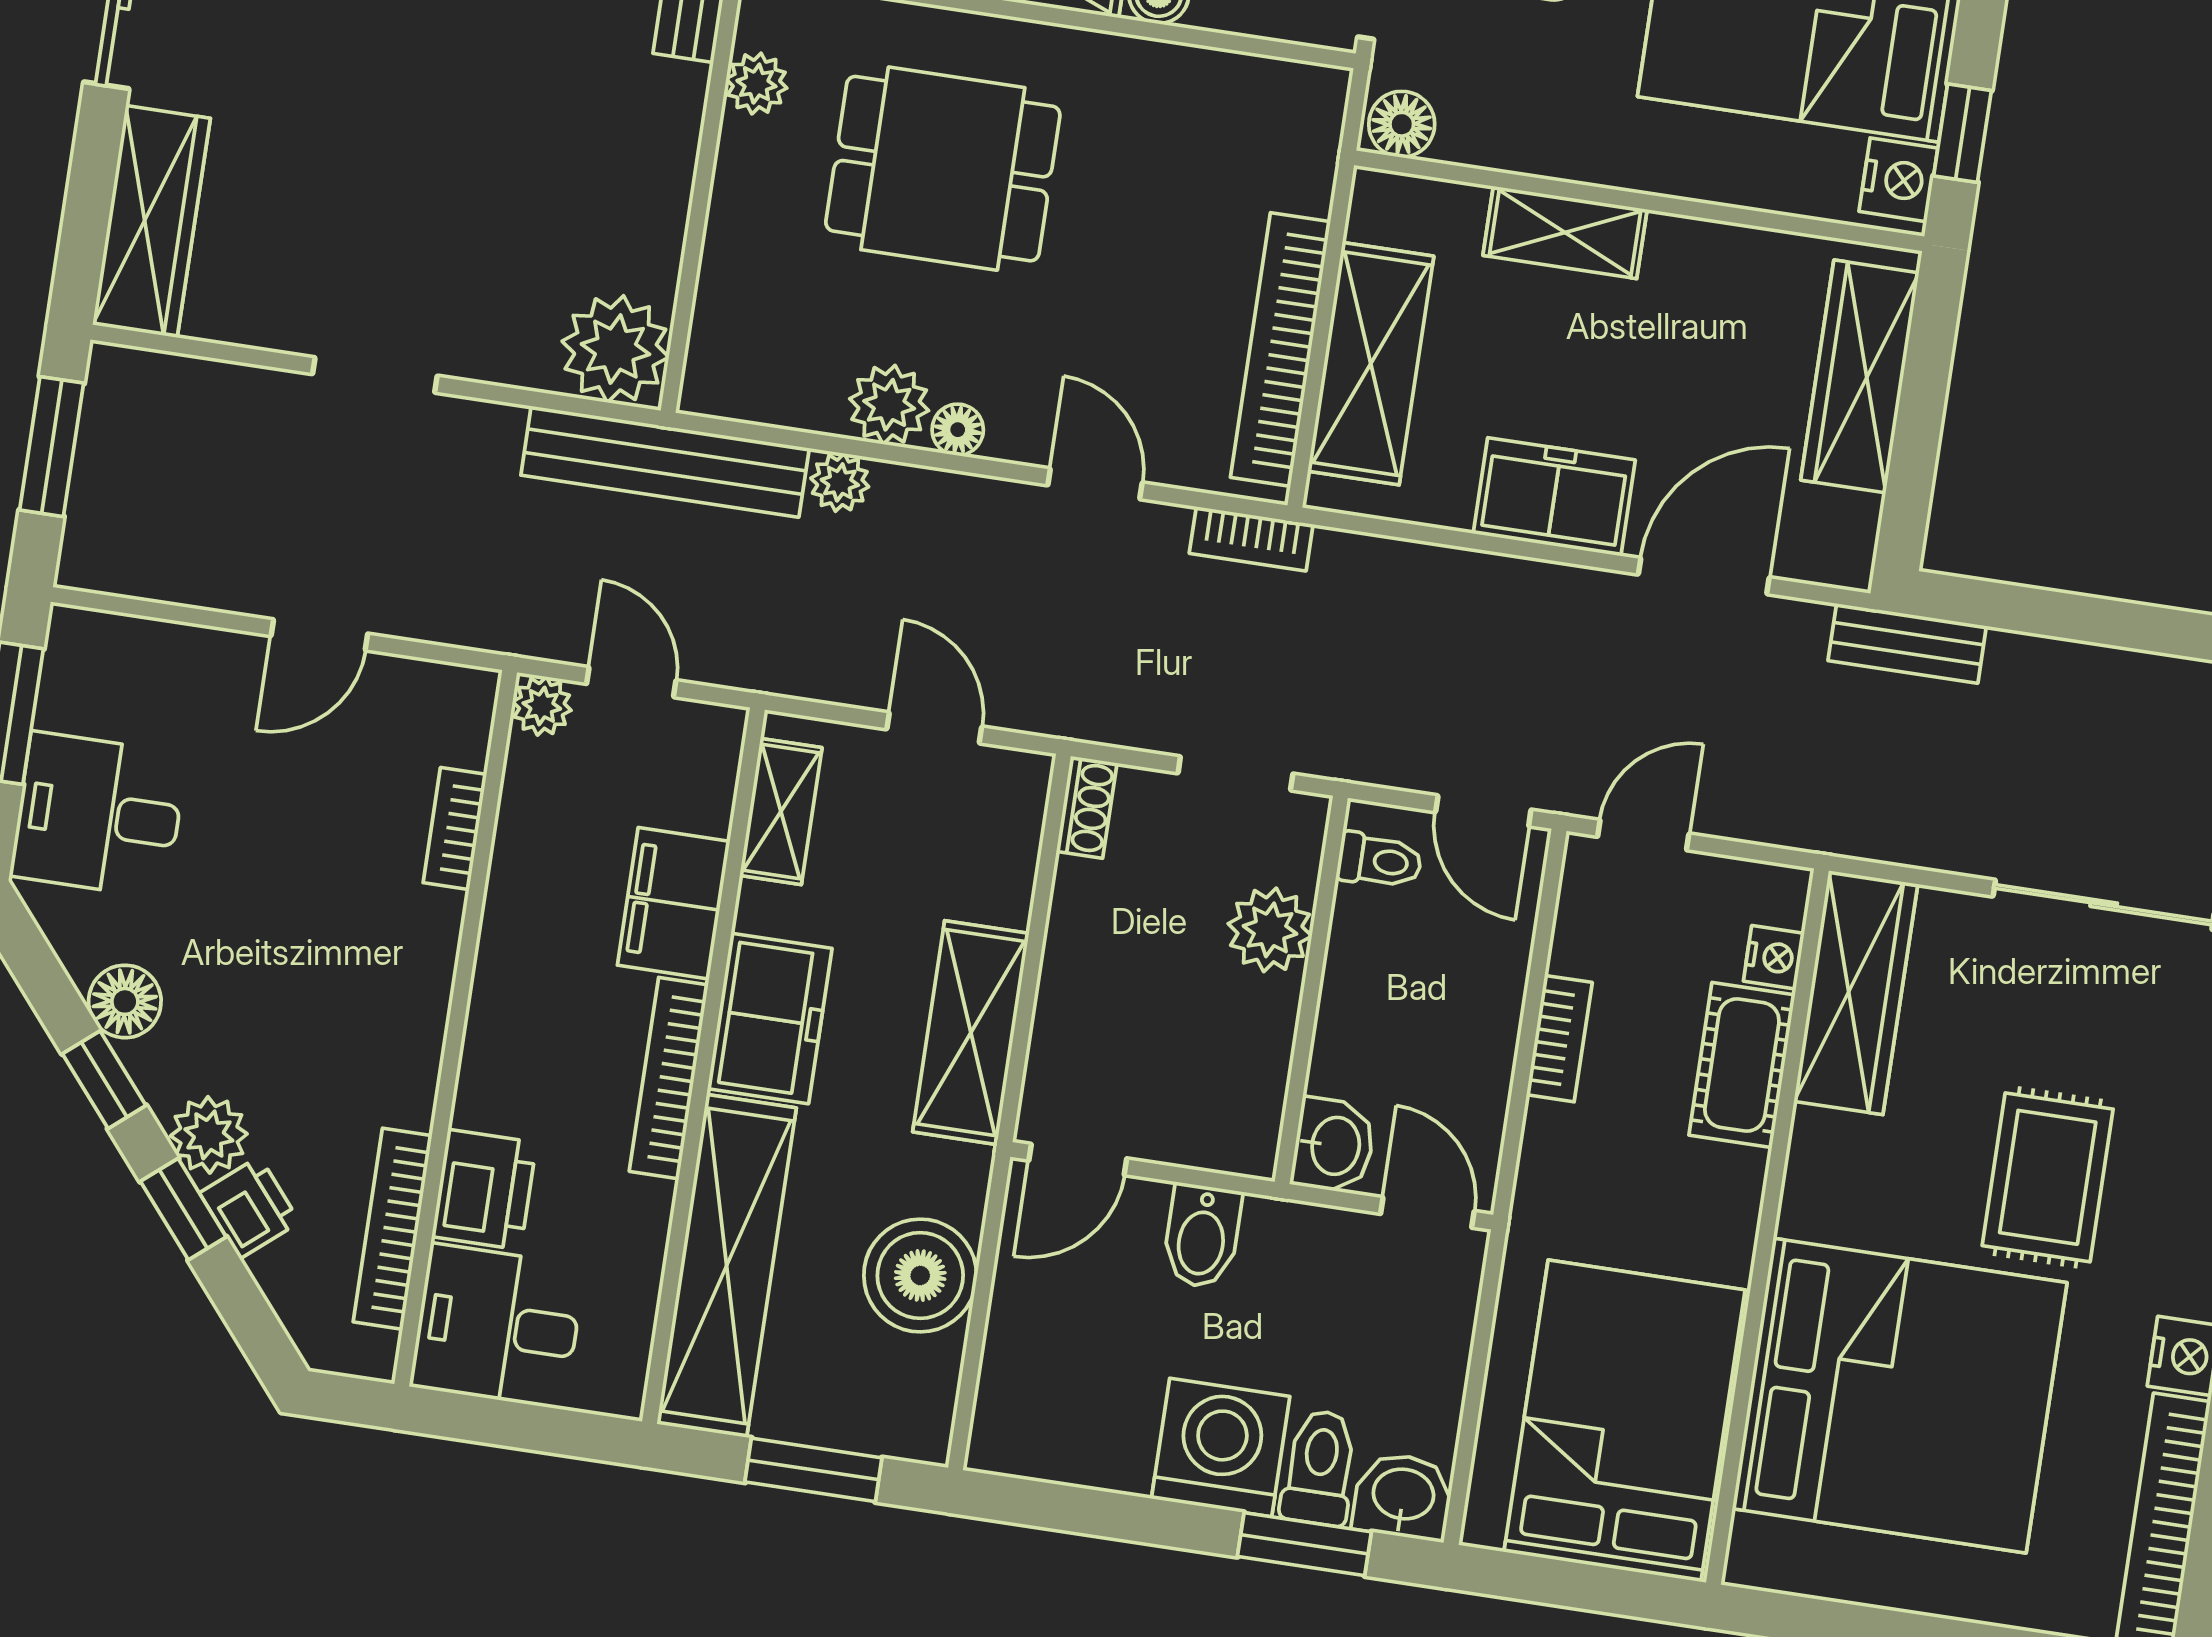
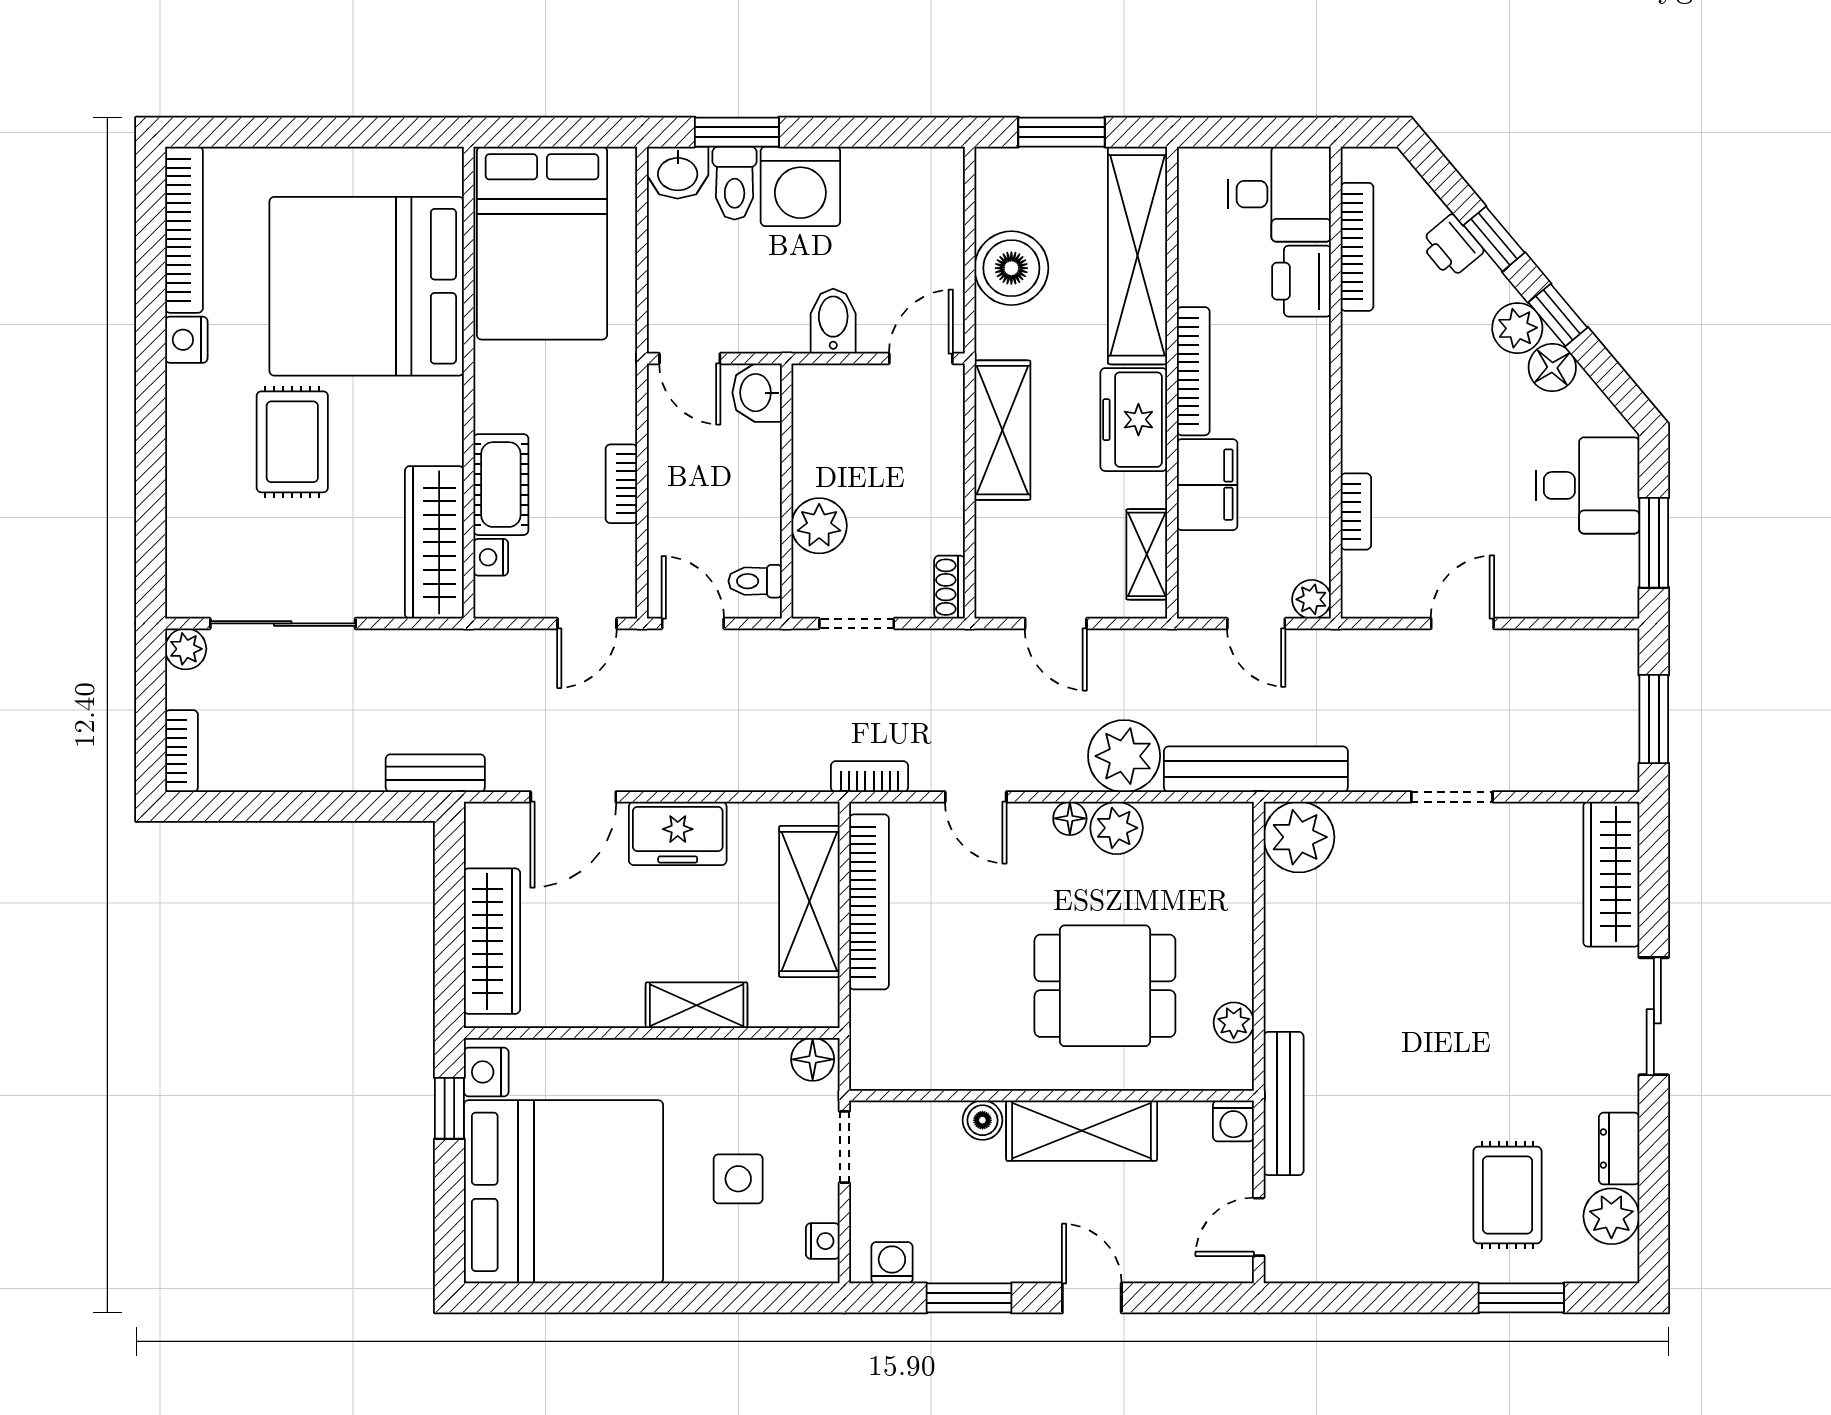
plant: (840, 482) -> (1124, 756), width x1.88, depth x1.88
plant: (209, 1135) -> (1517, 328), moved

